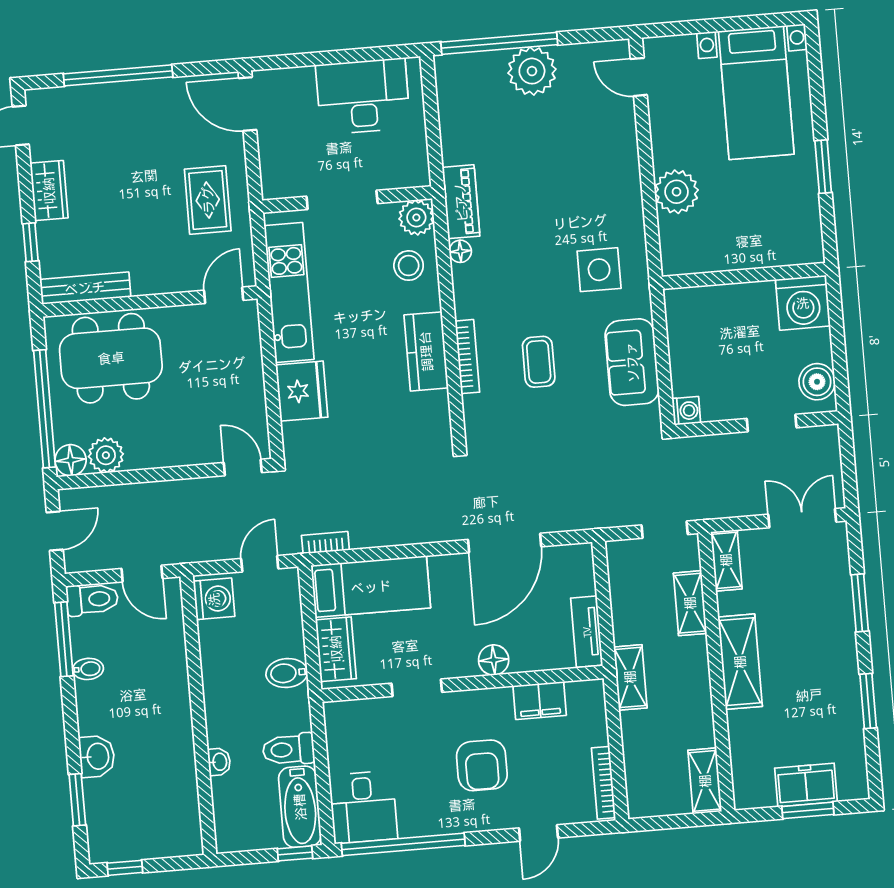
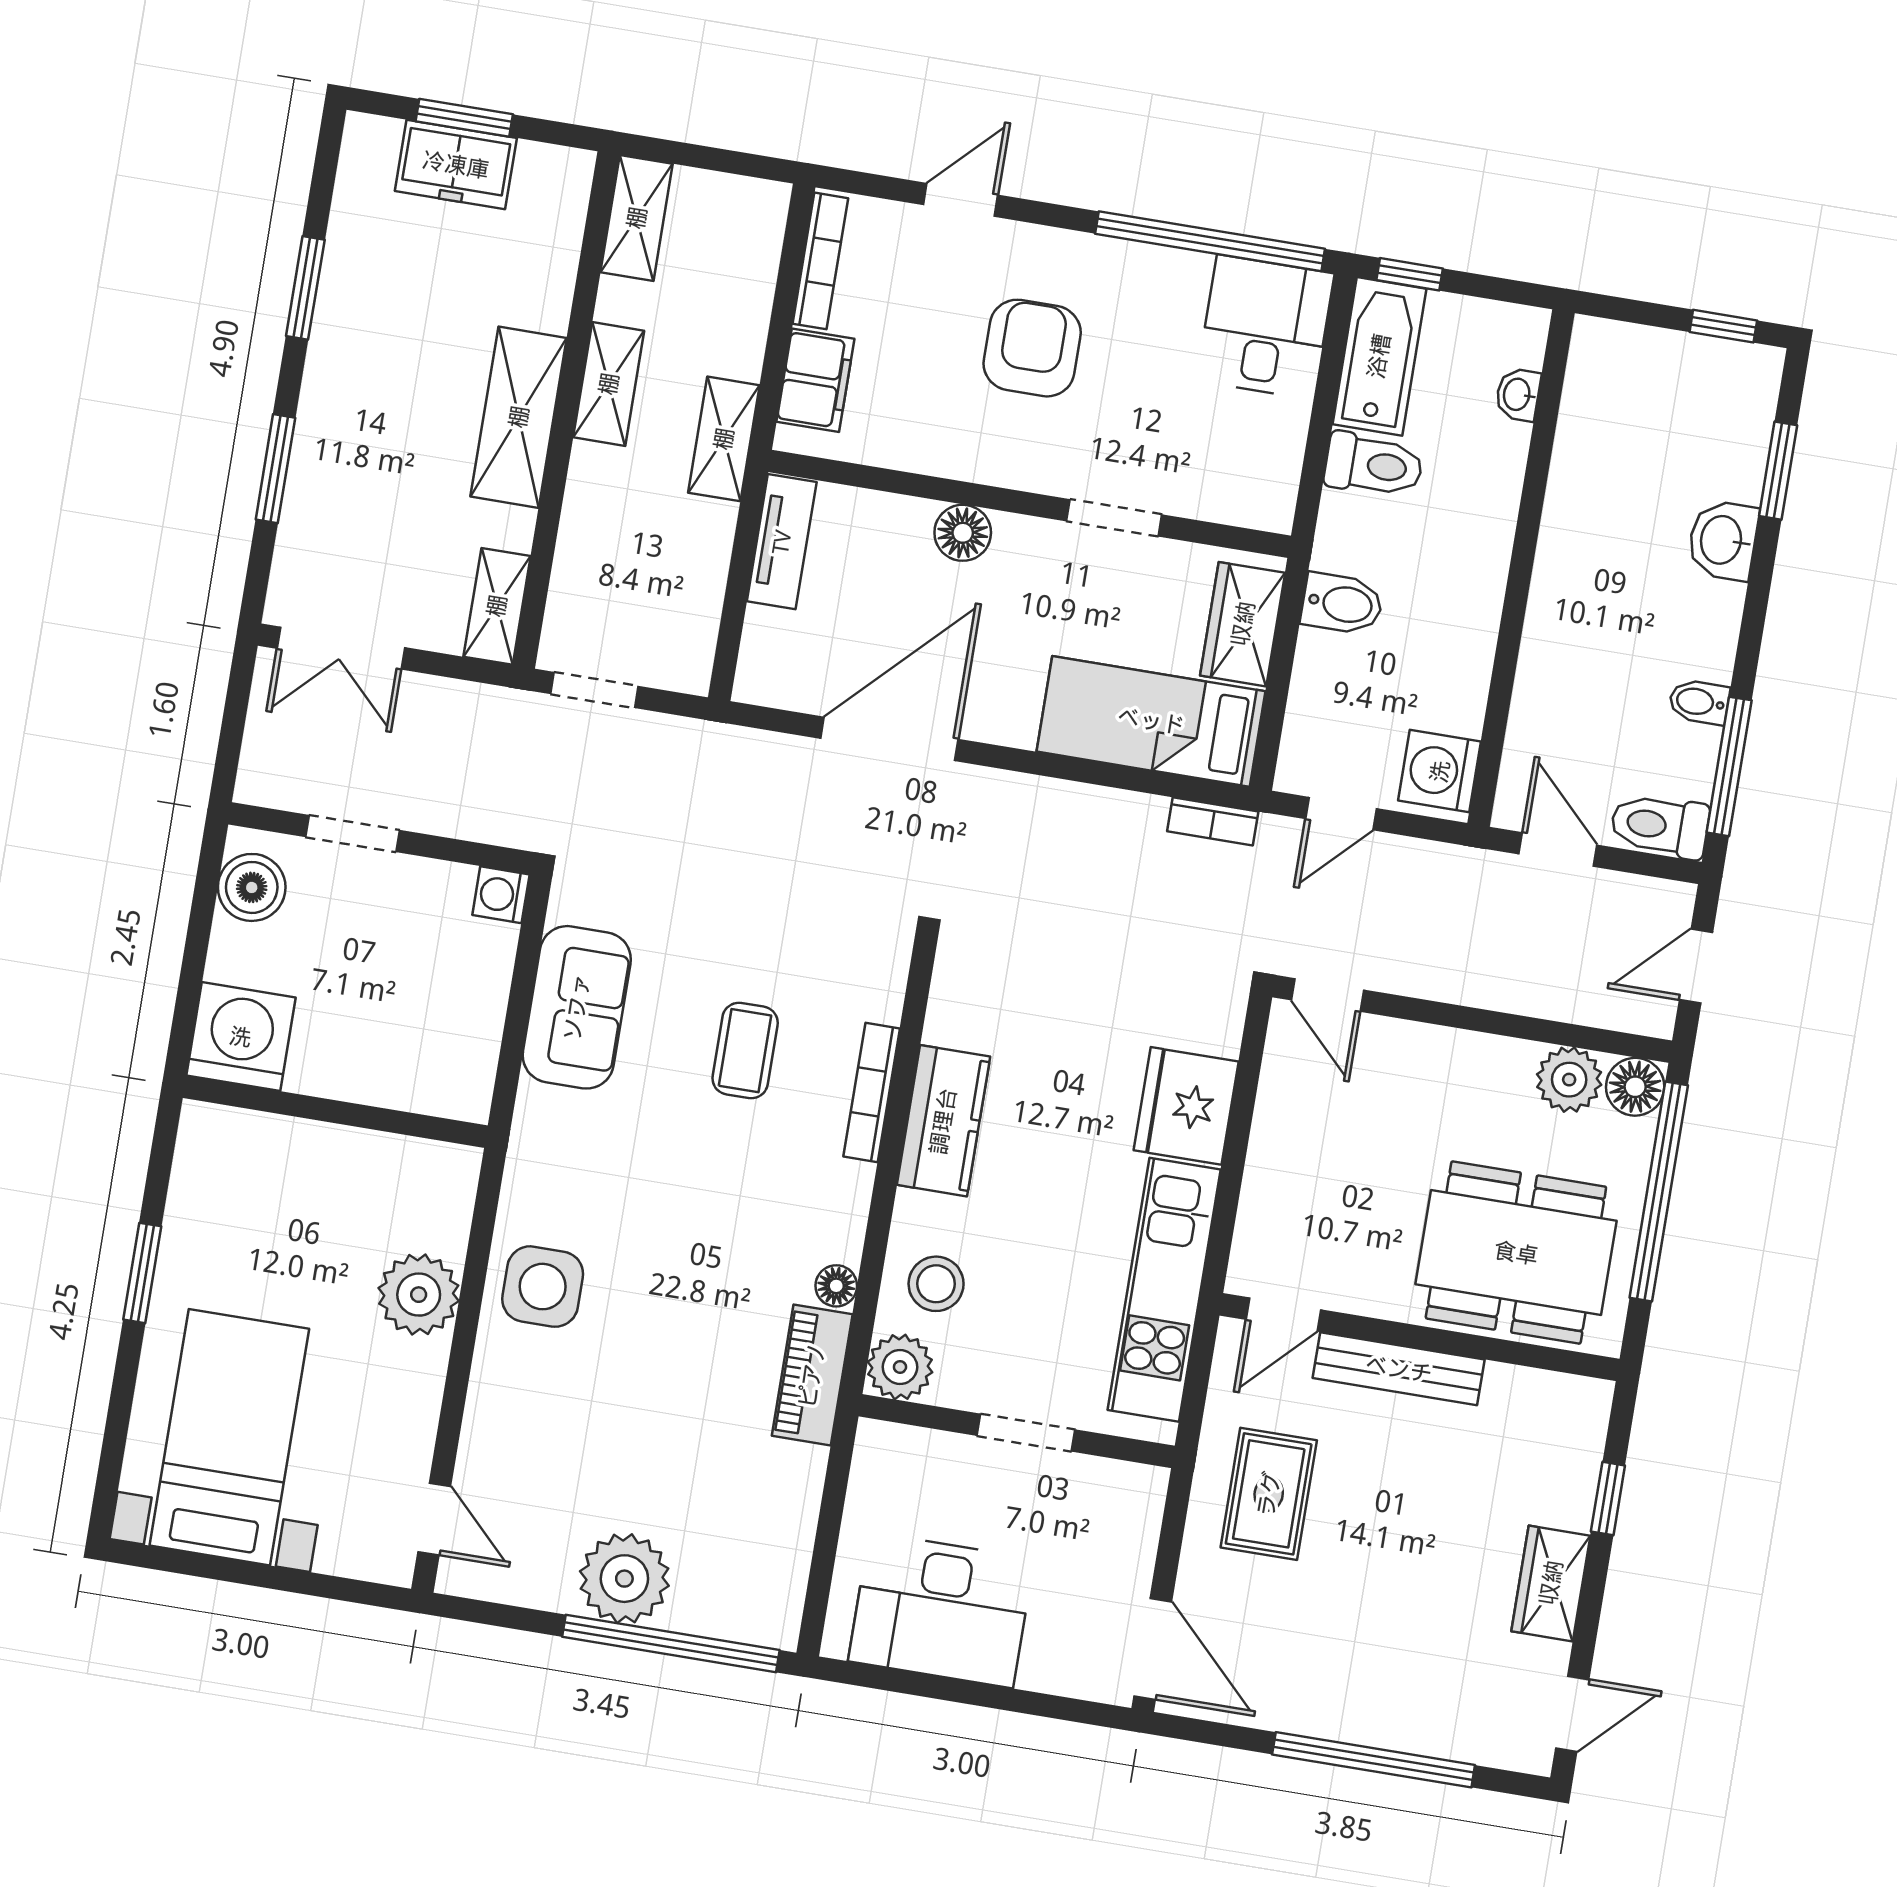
doorway: (342, 200) -> (1026, 1433), width x0.73
side table: (599, 270) -> (543, 1287), moved
bench: (85, 288) -> (1399, 1369), moved
shelving: (690, 603) -> (609, 384), moved
filing cabinet: (540, 701) -> (815, 380), moved, turned 90
washbasin: (219, 762) -> (1518, 395), moved

